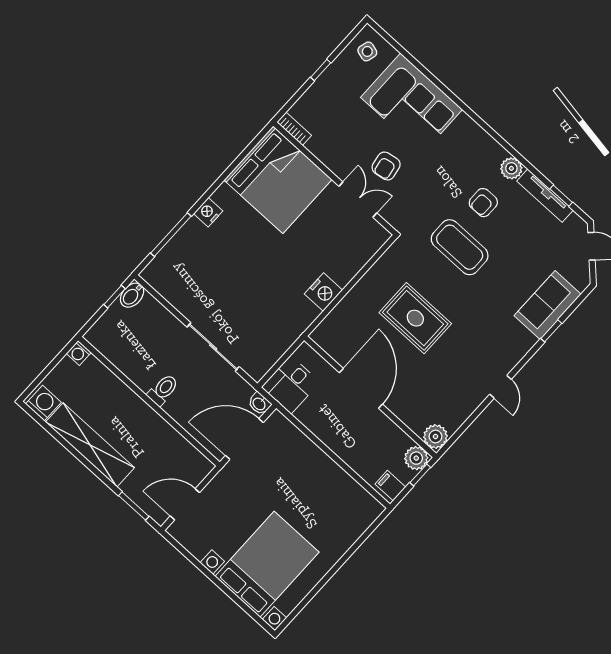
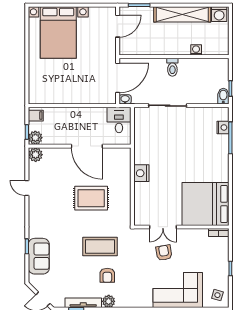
armchair: (483, 203) -> (107, 275), turned 180
nightstand: (208, 212) -> (223, 127), moved
washing machine: (79, 353) -> (196, 50), moved
door: (501, 387) -> (27, 188), moved

